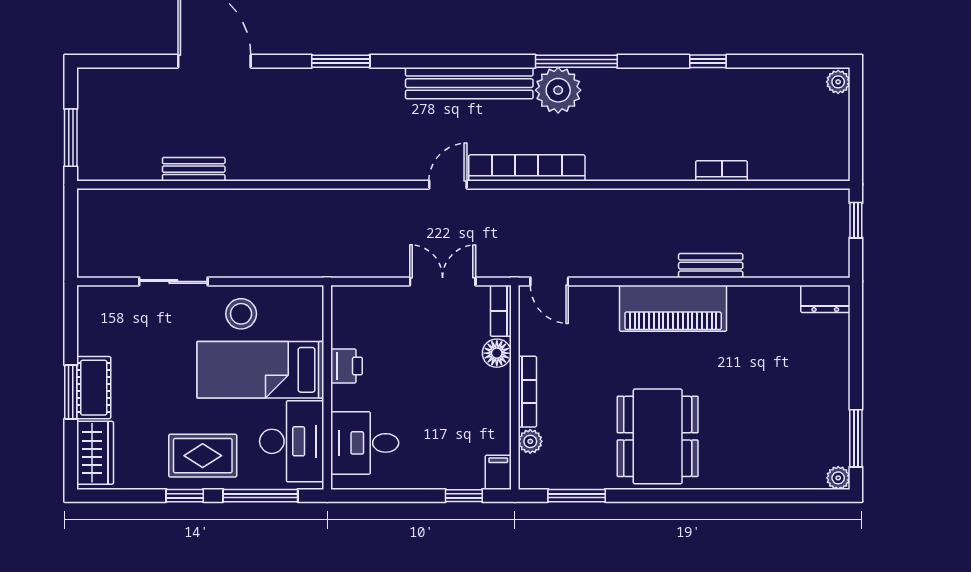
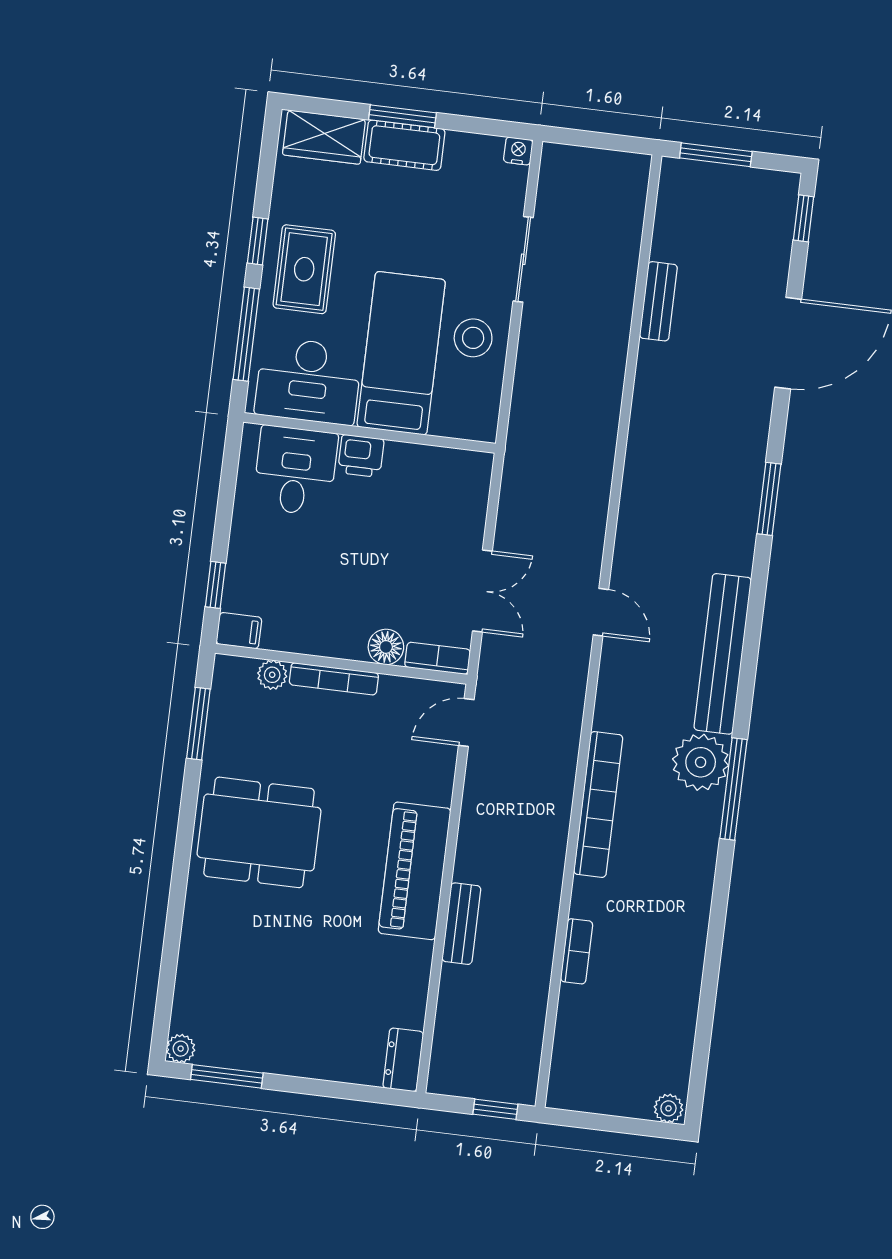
window: (708, 61) -> (803, 218), moved
bookcase: (527, 168) -> (598, 805), moved
nightstand: (87, 296) -> (518, 151), added
printer: (346, 366) -> (361, 456), moved

